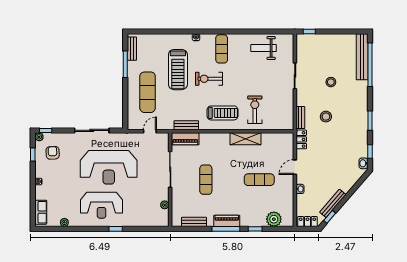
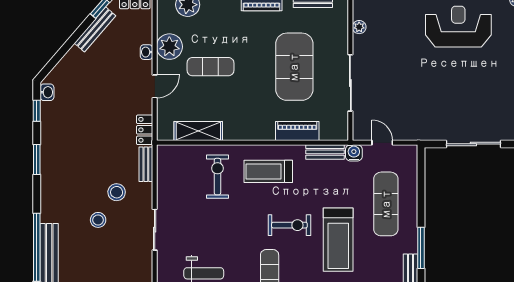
treadmill: (178, 70) -> (338, 240), turned 180
exercise bike: (255, 110) -> (217, 177), turned 180
stool: (326, 117) -> (117, 192), moved
water cooler: (168, 125) -> (354, 153), added
door: (150, 131) -> (382, 143), swing flipped
piano: (185, 139) -> (297, 131), moved
shelving: (245, 139) -> (198, 131), moved
reception desk: (109, 167) -> (447, 86), removed
exercise mat: (206, 180) -> (294, 67), width x2.00, depth x1.45
plant: (285, 192) -> (169, 47), added

